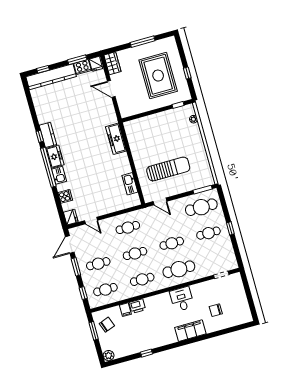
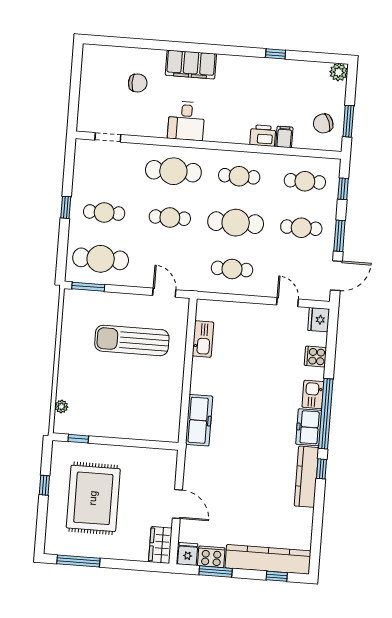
window: (143, 42) -> (78, 561), moved
kitchen counter: (48, 135) -> (307, 477), width x1.50
cafe table: (135, 253) -> (236, 223), width x1.37, depth x1.35

